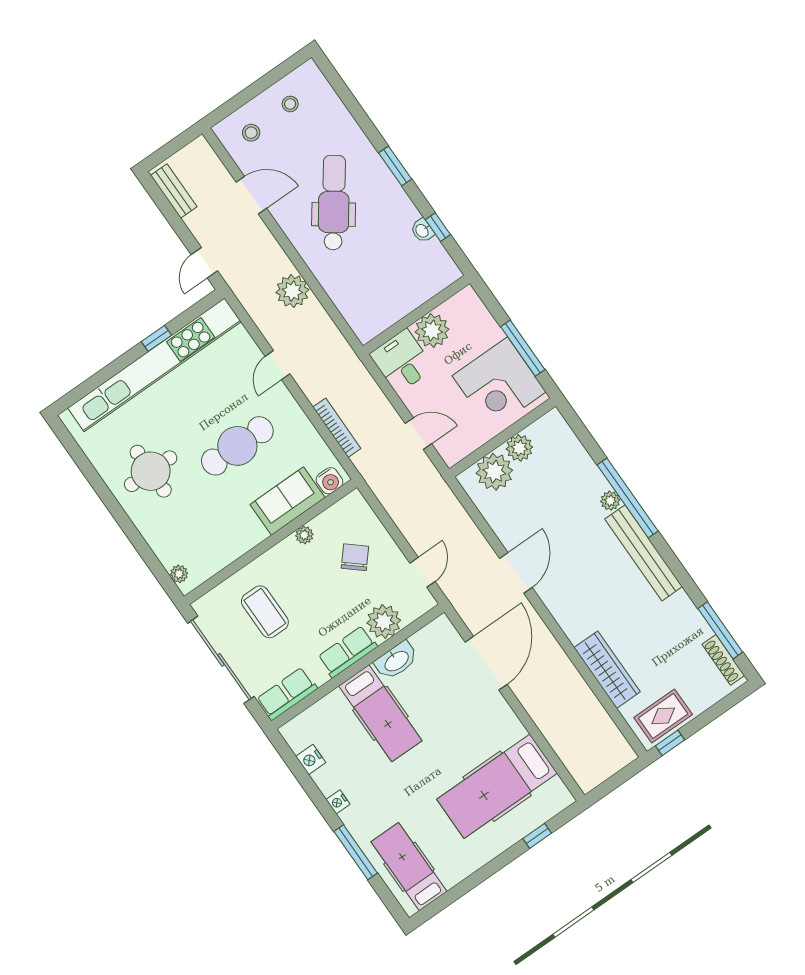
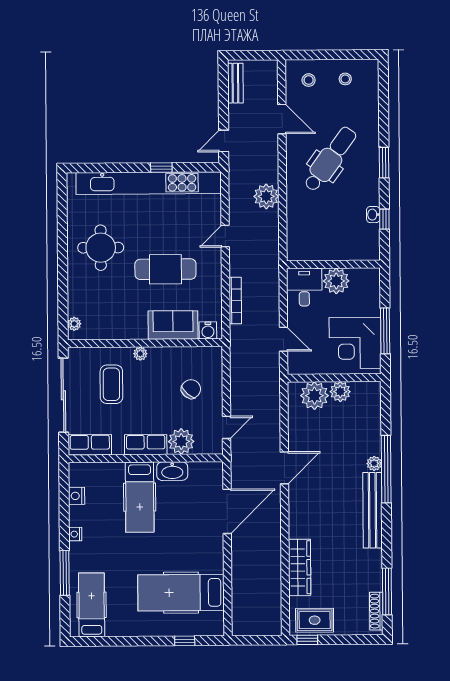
plant: (304, 535) -> (140, 354), moved

